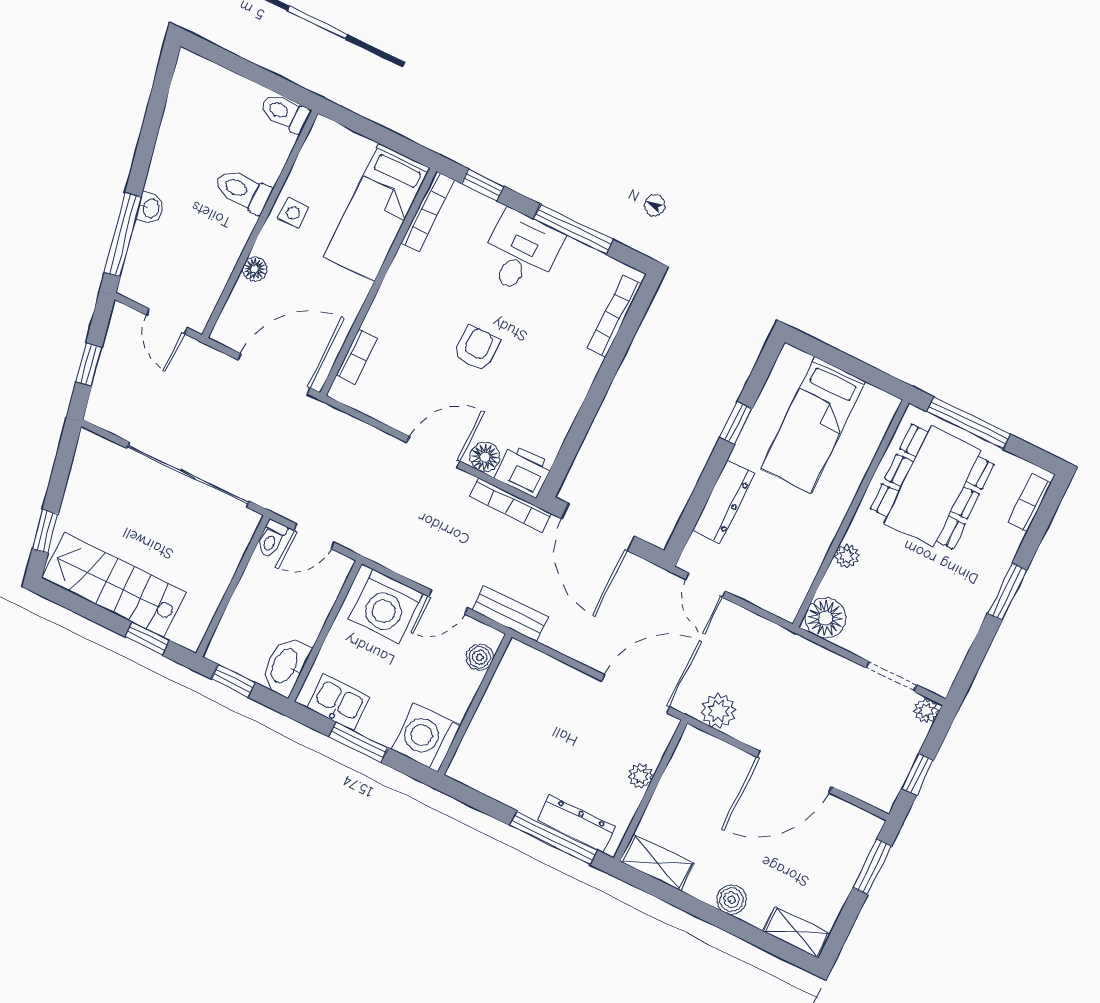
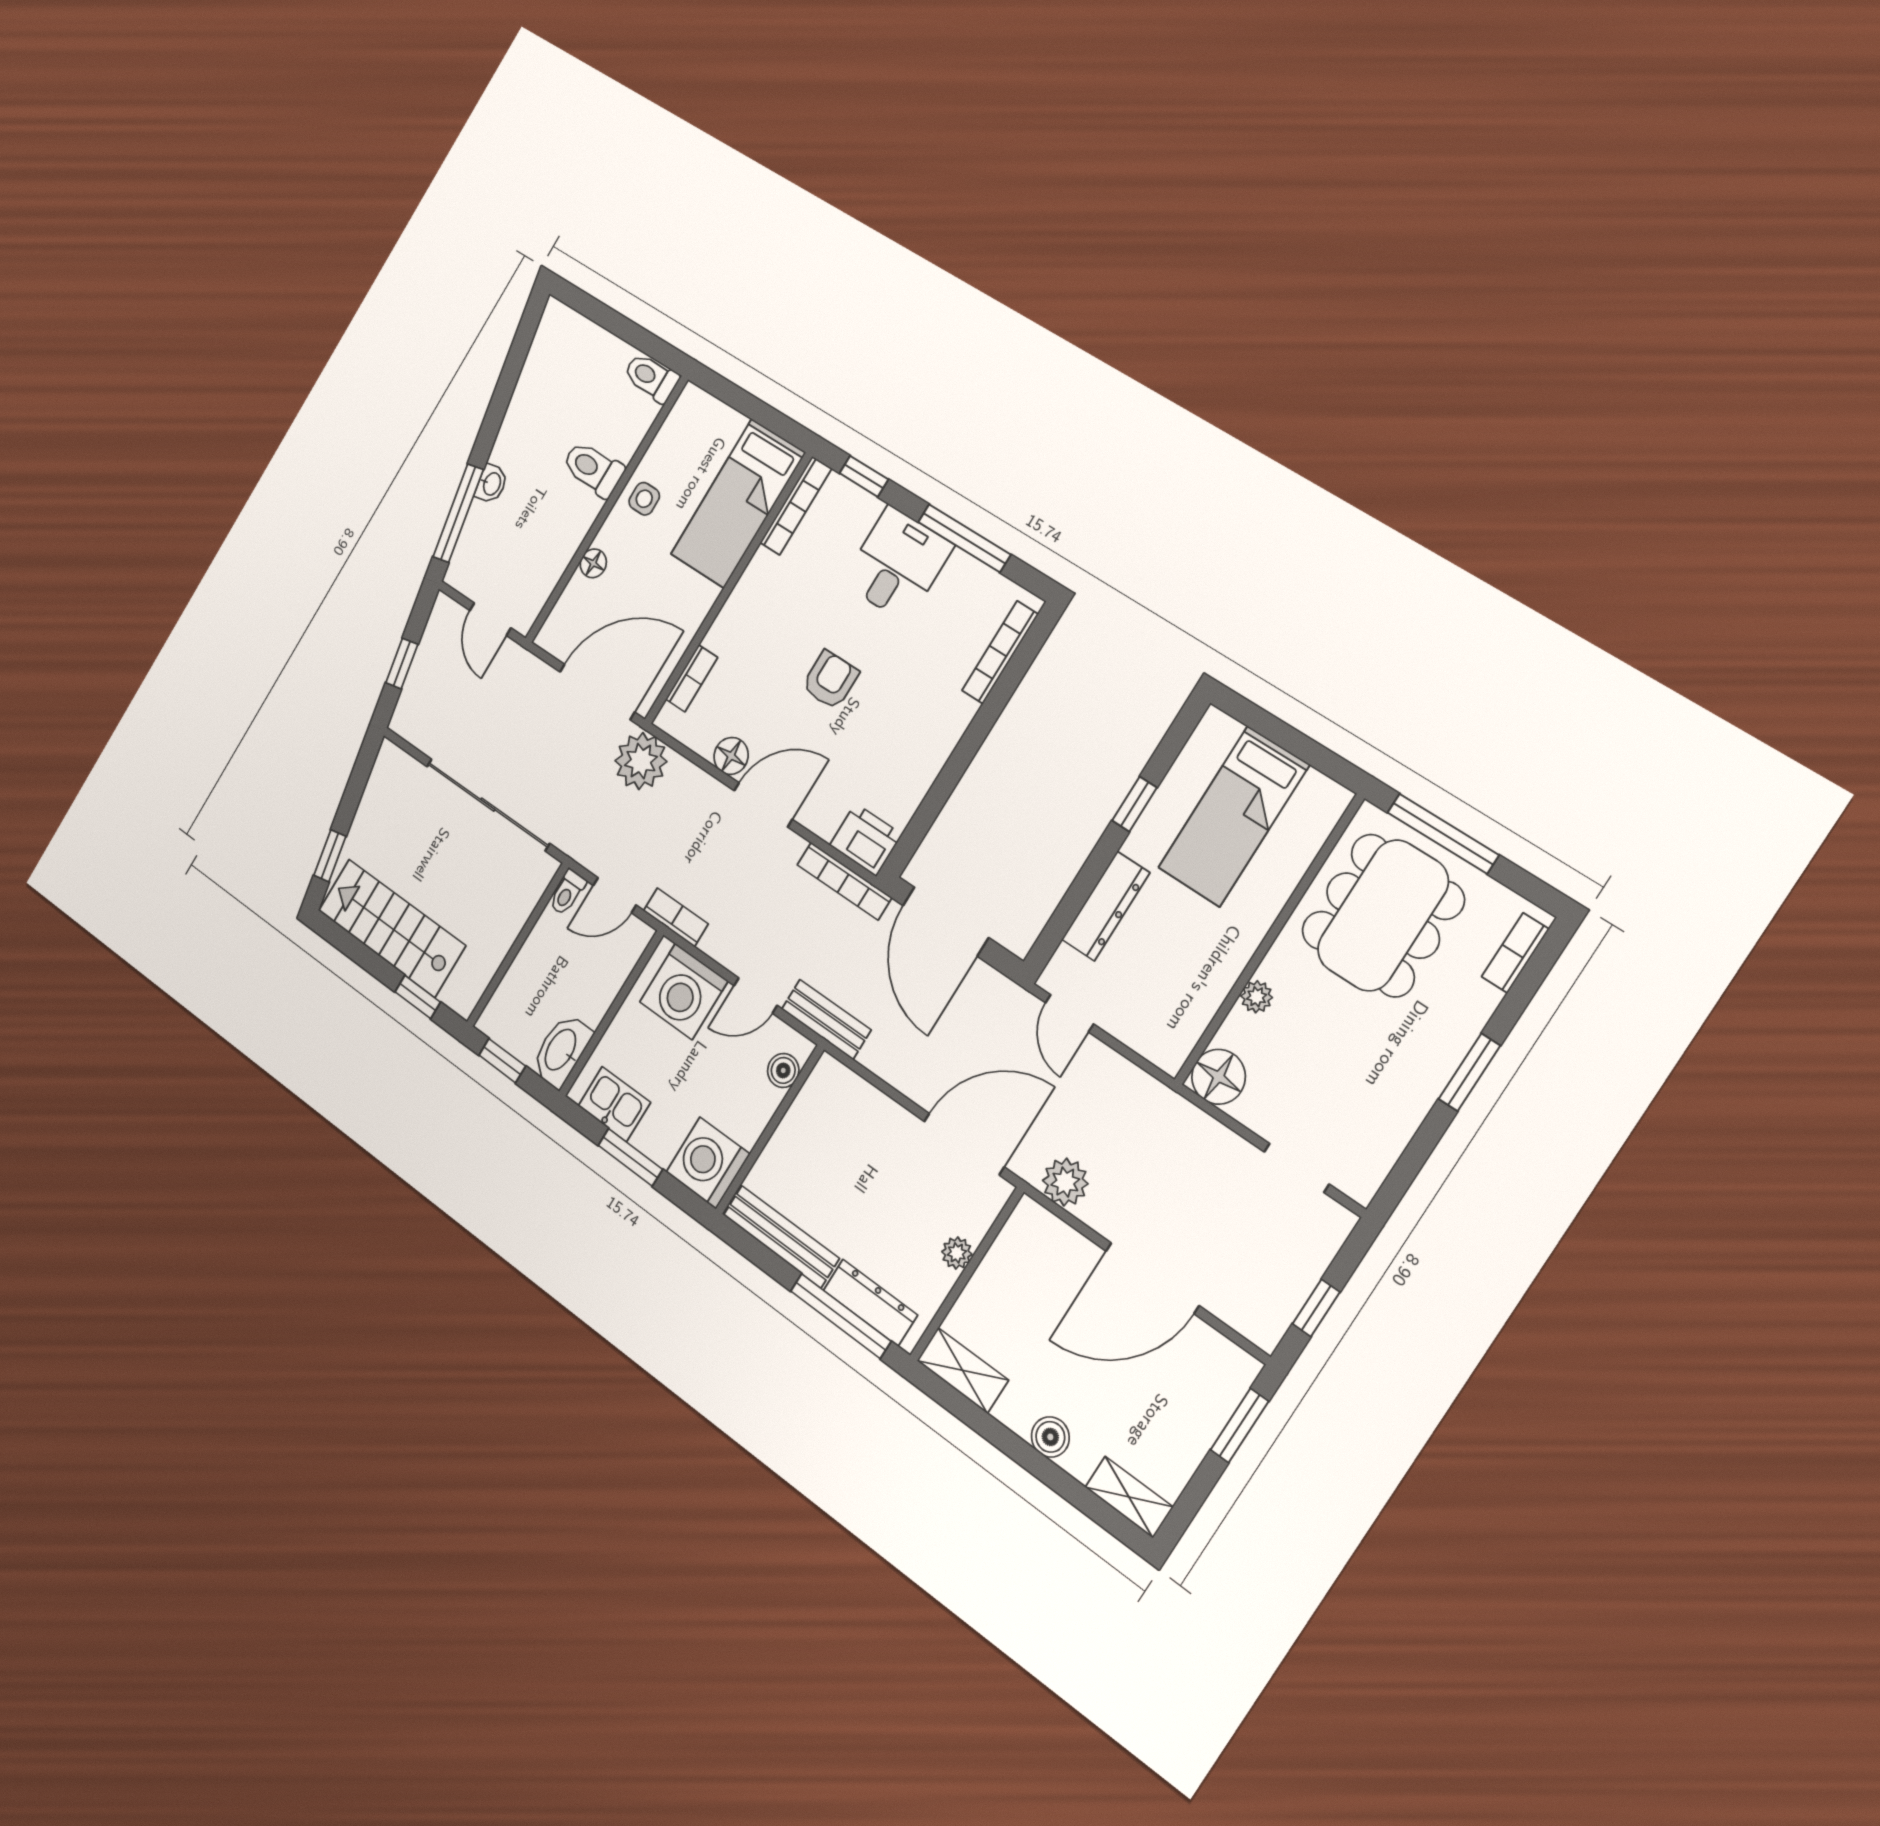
floor lamp: (485, 457) -> (731, 756), moved
bookcase: (371, 548) -> (676, 917), added
plant: (926, 711) -> (641, 761), moved, width x1.88, depth x1.88
bench: (496, 785) -> (781, 1237), added

